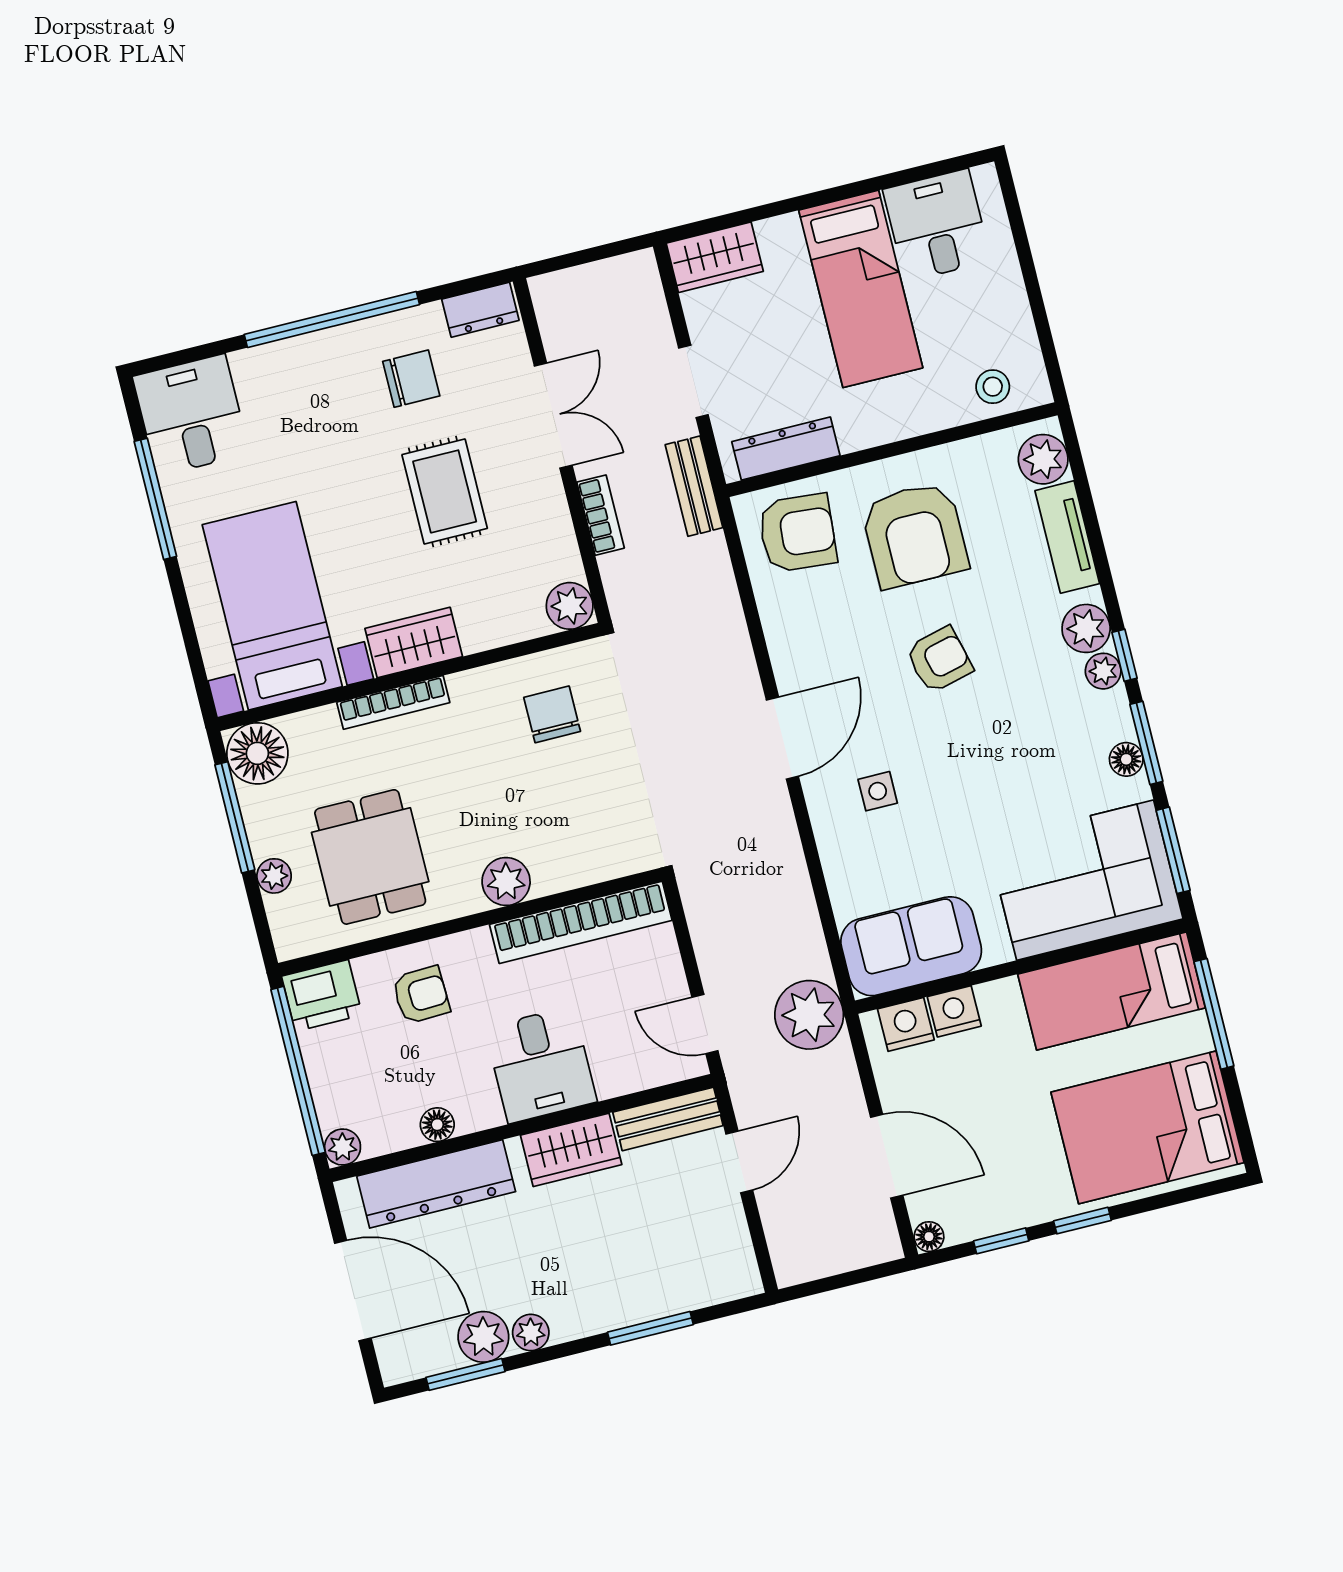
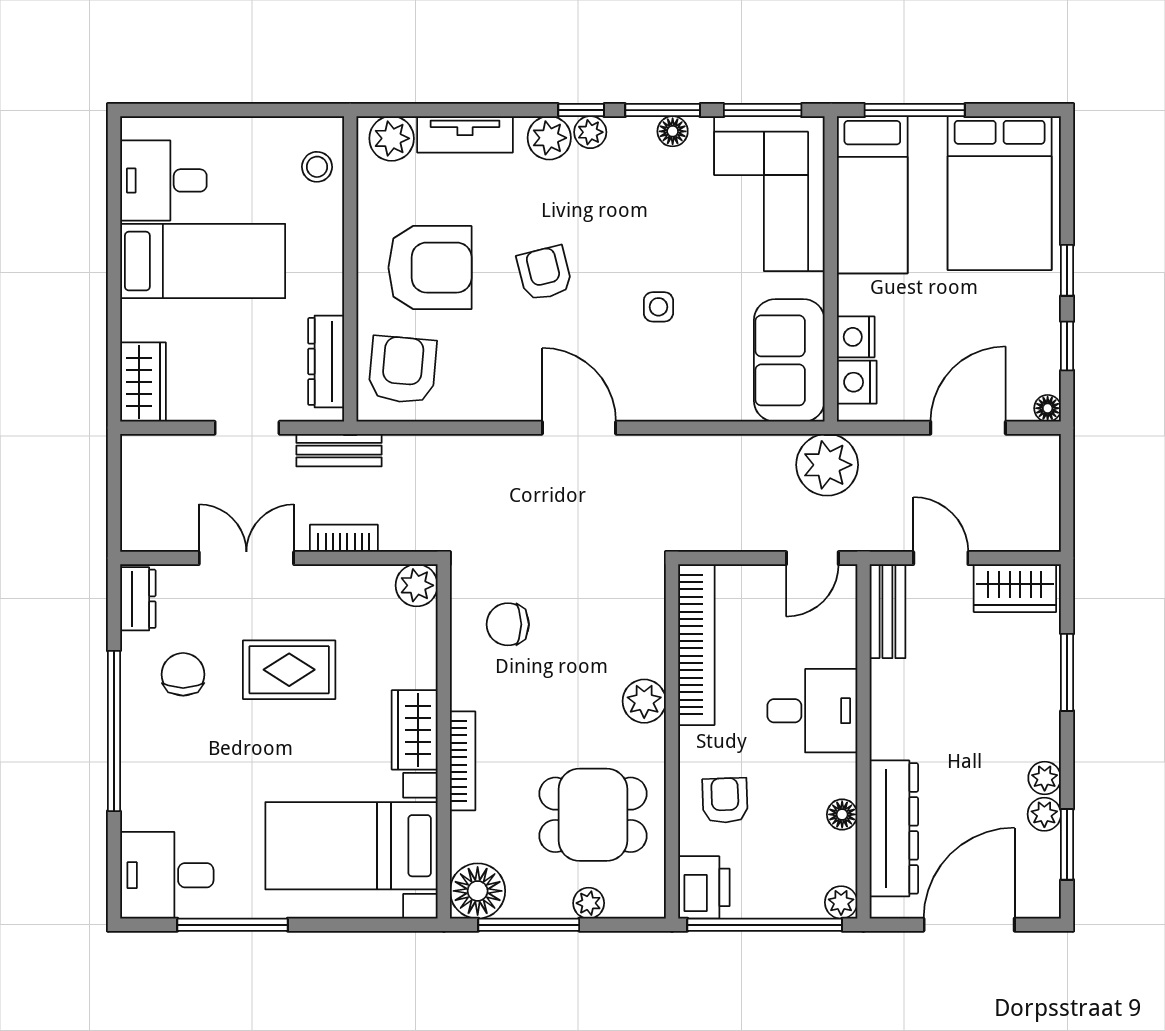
side table: (878, 791) -> (658, 307), moved
wardrobe: (571, 1150) -> (1015, 588), moved, turned 90
plant: (483, 1337) -> (1044, 814), width x0.73, depth x0.73

